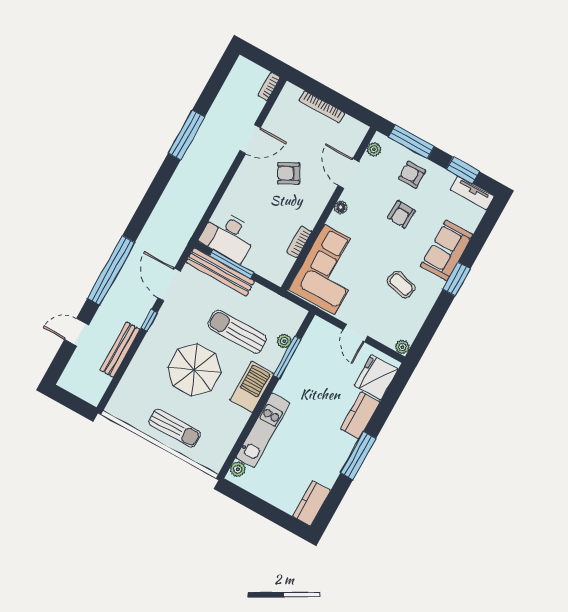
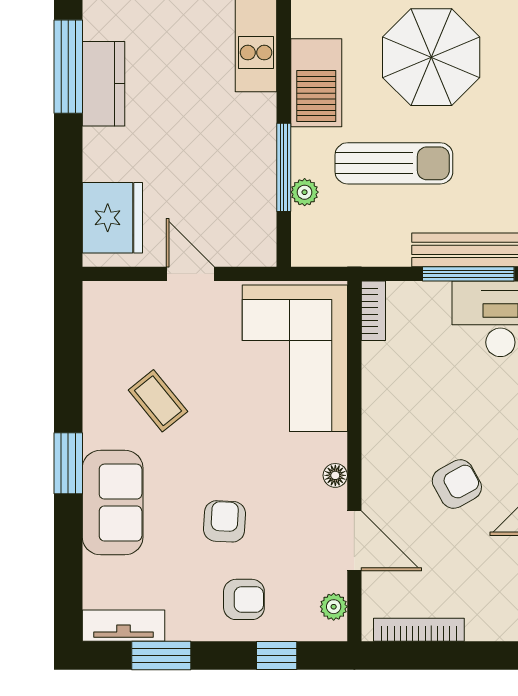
bookcase: (322, 107) -> (419, 630), moved
window: (411, 142) -> (277, 655), width x0.46
bookcase: (299, 242) -> (373, 311), moved
coffee table: (401, 285) -> (158, 401), turned 38
plant: (402, 347) -> (96, 295), removed
kitchen counter: (360, 415) -> (104, 84), moved

